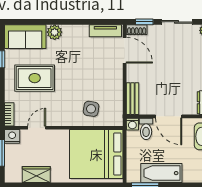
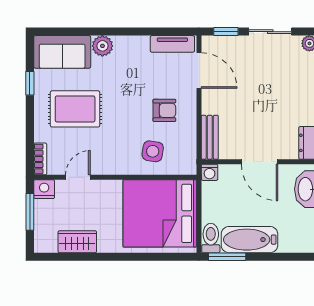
shoe rack: (137, 30) -> (215, 42), removed
armchair: (100, 79) -> (164, 110), added
toilet: (146, 129) -> (211, 238), moved, turned 180

